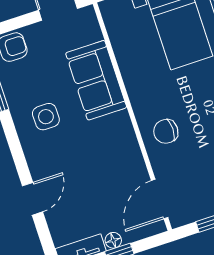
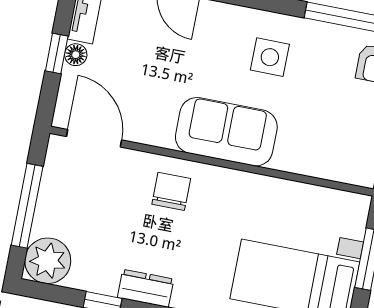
sofa: (96, 80) -> (226, 132), moved

